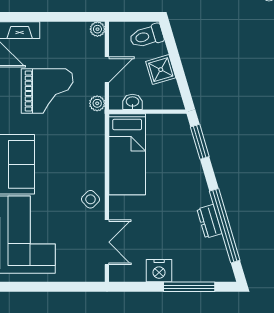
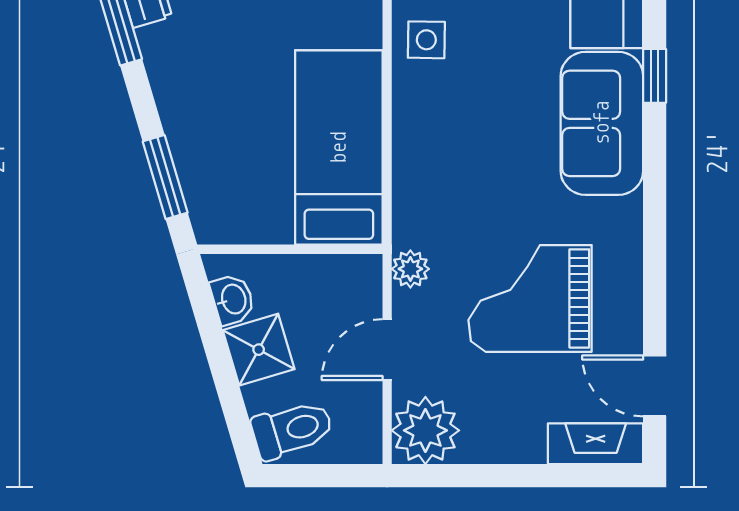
plant: (97, 29) -> (425, 430), width x1.88, depth x1.88
washbasin: (132, 102) -> (233, 299), moved, turned -107
side table: (90, 199) -> (426, 40), turned 45

